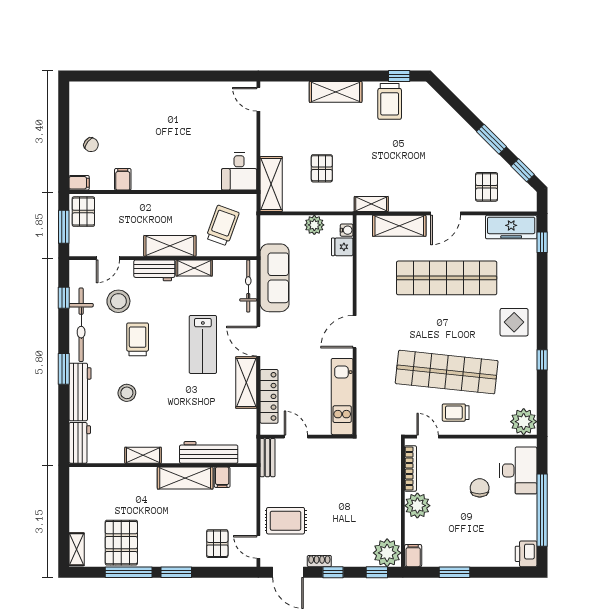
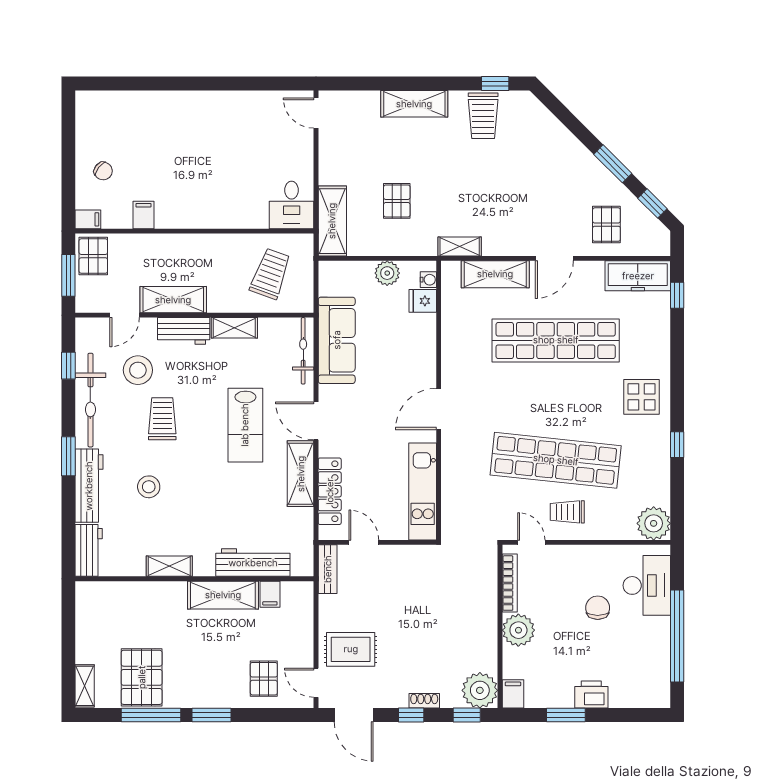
shelving: (170, 246) -> (173, 300), moved
printer: (526, 554) -> (591, 695), moved, turned 90
shoe rack: (319, 561) -> (424, 701), moved

